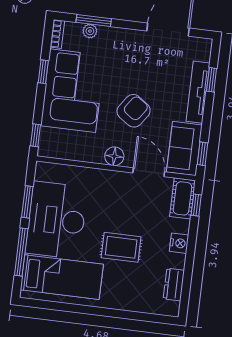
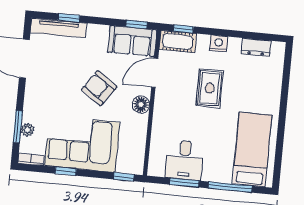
tv unit: (198, 92) -> (59, 28), moved
desk: (56, 220) -> (184, 160), width x0.53, depth x0.77
rug: (121, 247) -> (210, 88), moved

